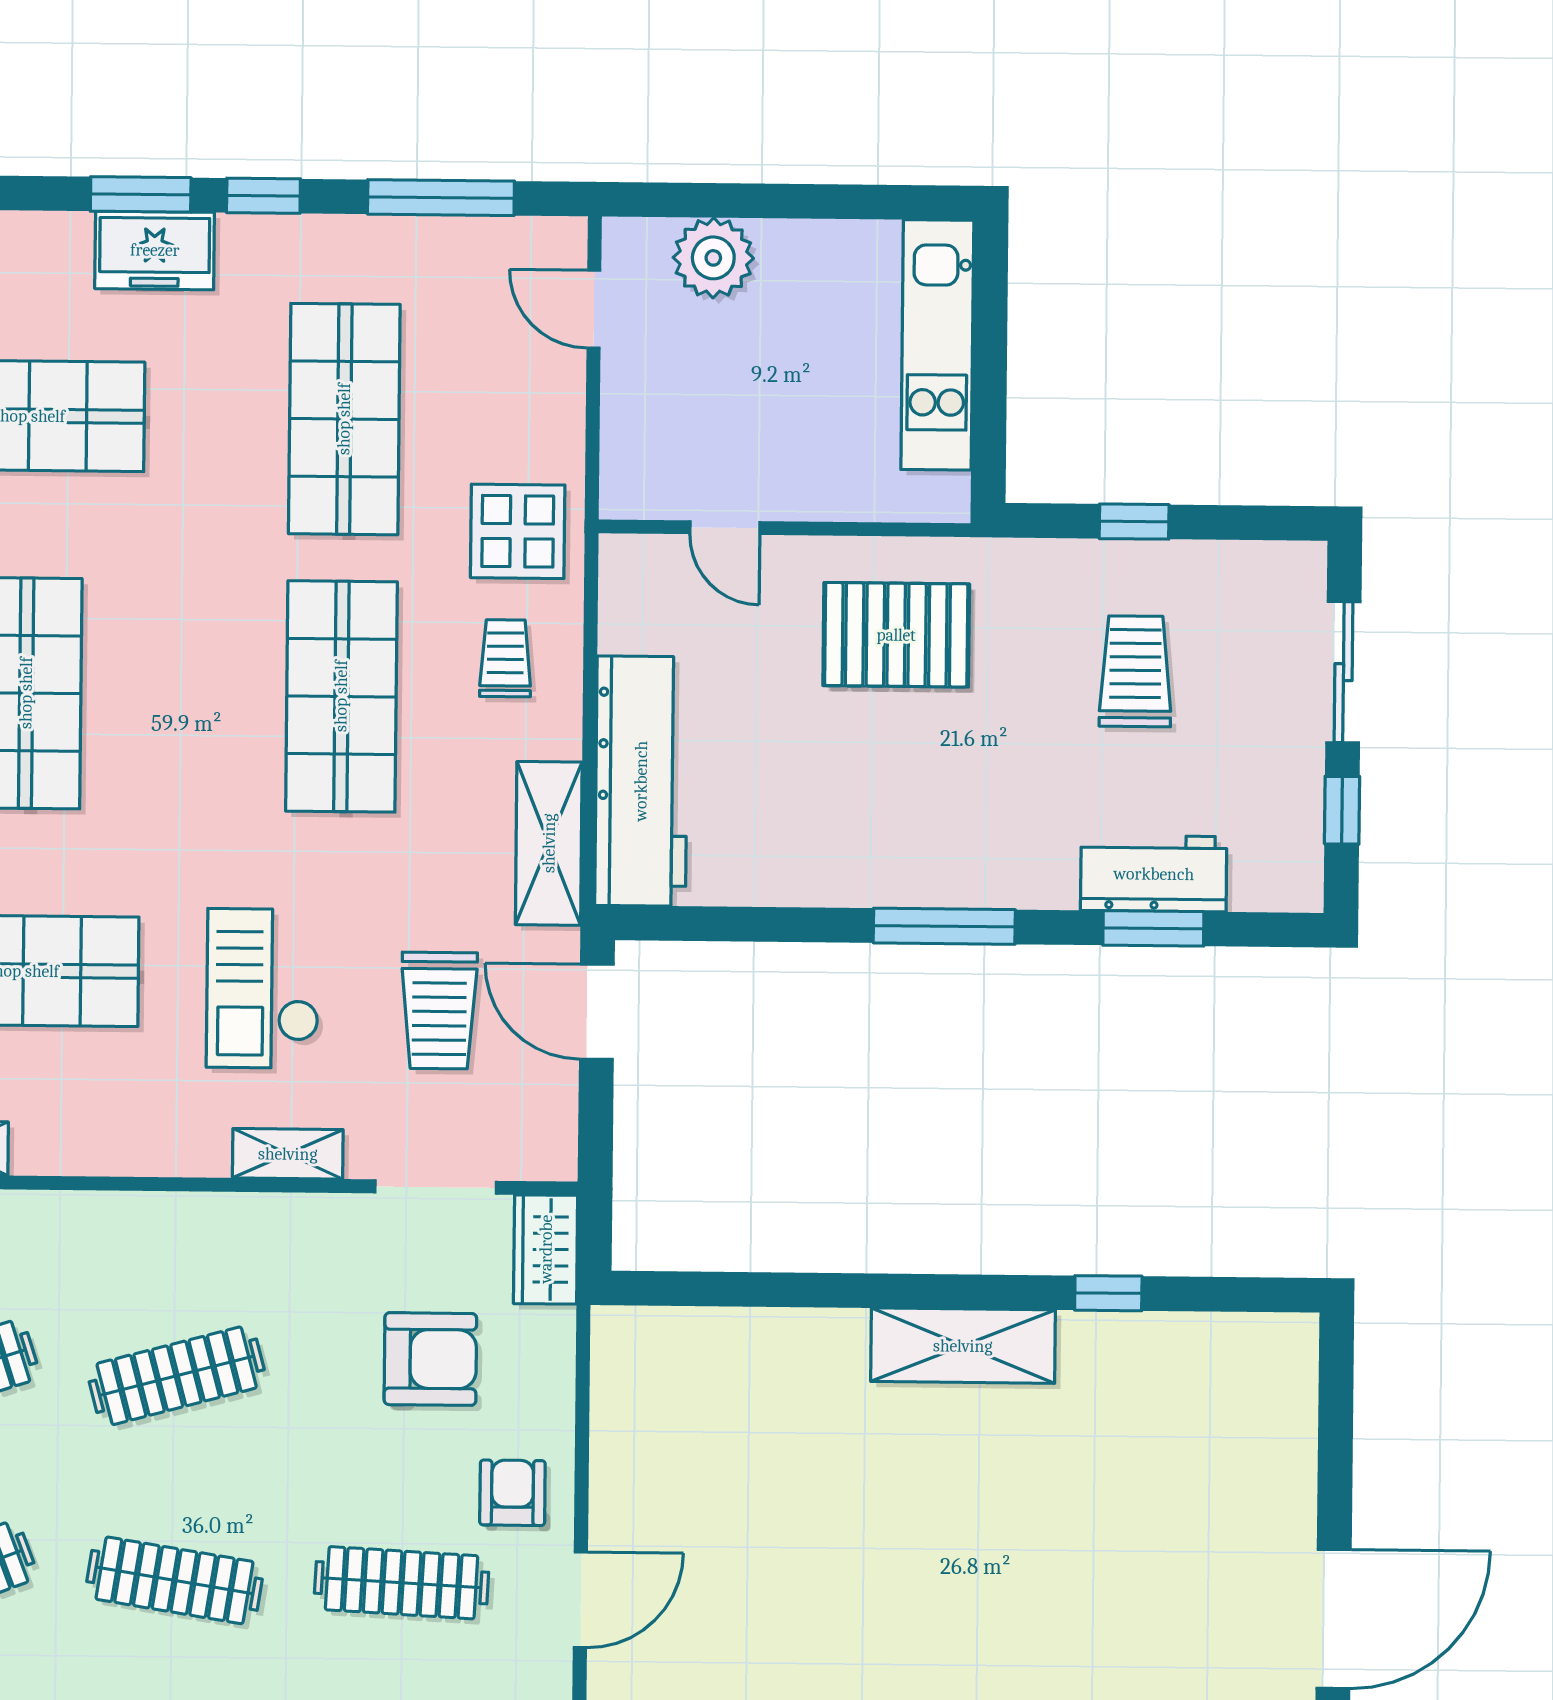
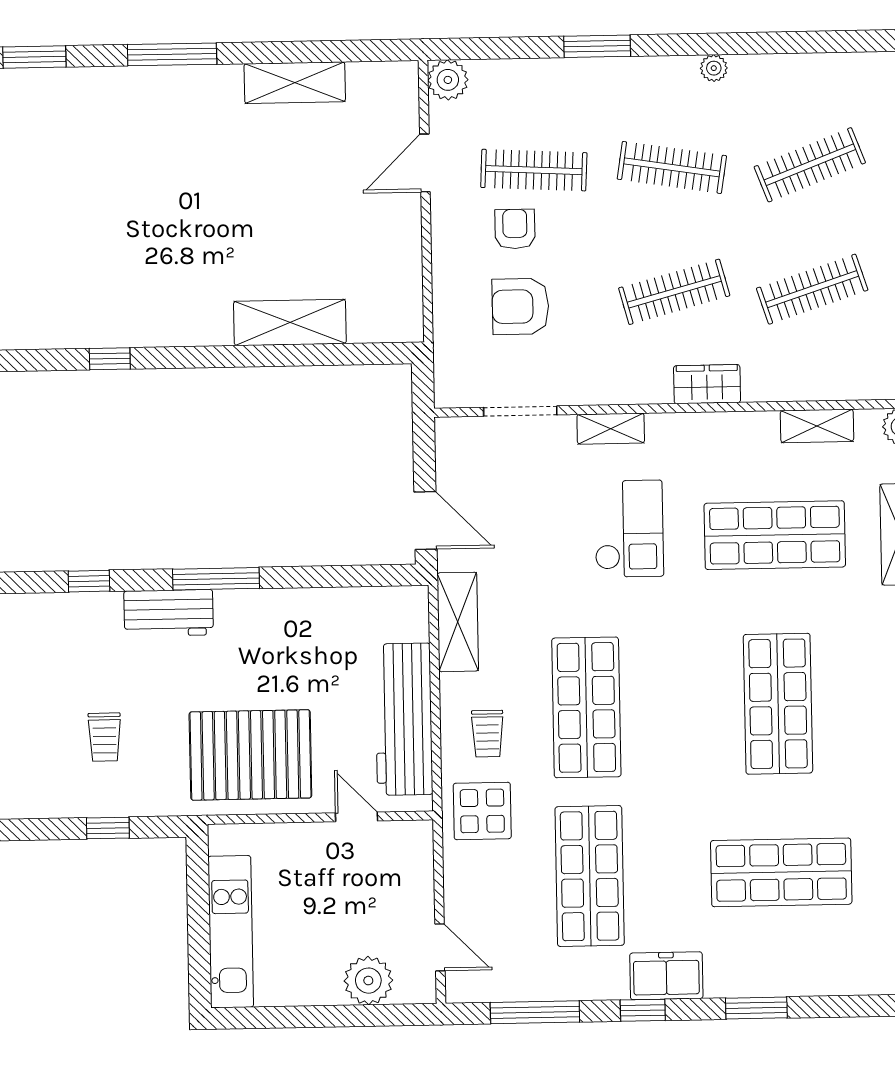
window: (141, 194) -> (756, 1008), moved
freezer: (155, 250) -> (666, 976), moved
pallet: (896, 635) -> (250, 755), width x1.37, depth x1.41
trolley: (1135, 671) -> (105, 737), width x0.73, depth x0.72
workbench: (641, 781) -> (404, 719), moved
workbench: (1154, 874) -> (169, 613), moved
window: (1153, 928) -> (89, 581), width x0.67
trolley: (439, 1011) -> (521, 518), removed
wardrobe: (546, 1249) -> (707, 384), moved, turned -90
shelving: (963, 1346) -> (290, 322), moved
armchair: (512, 1493) -> (515, 229), moved, turned 180

